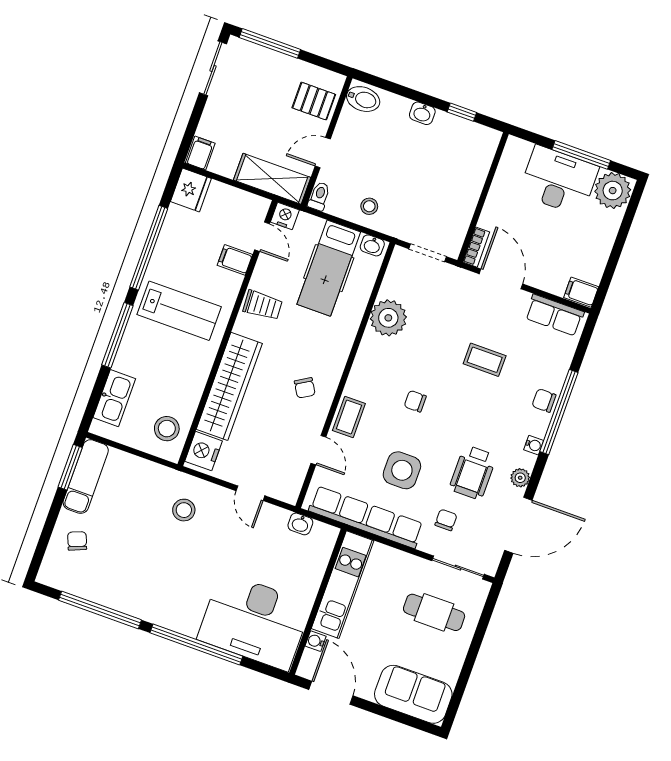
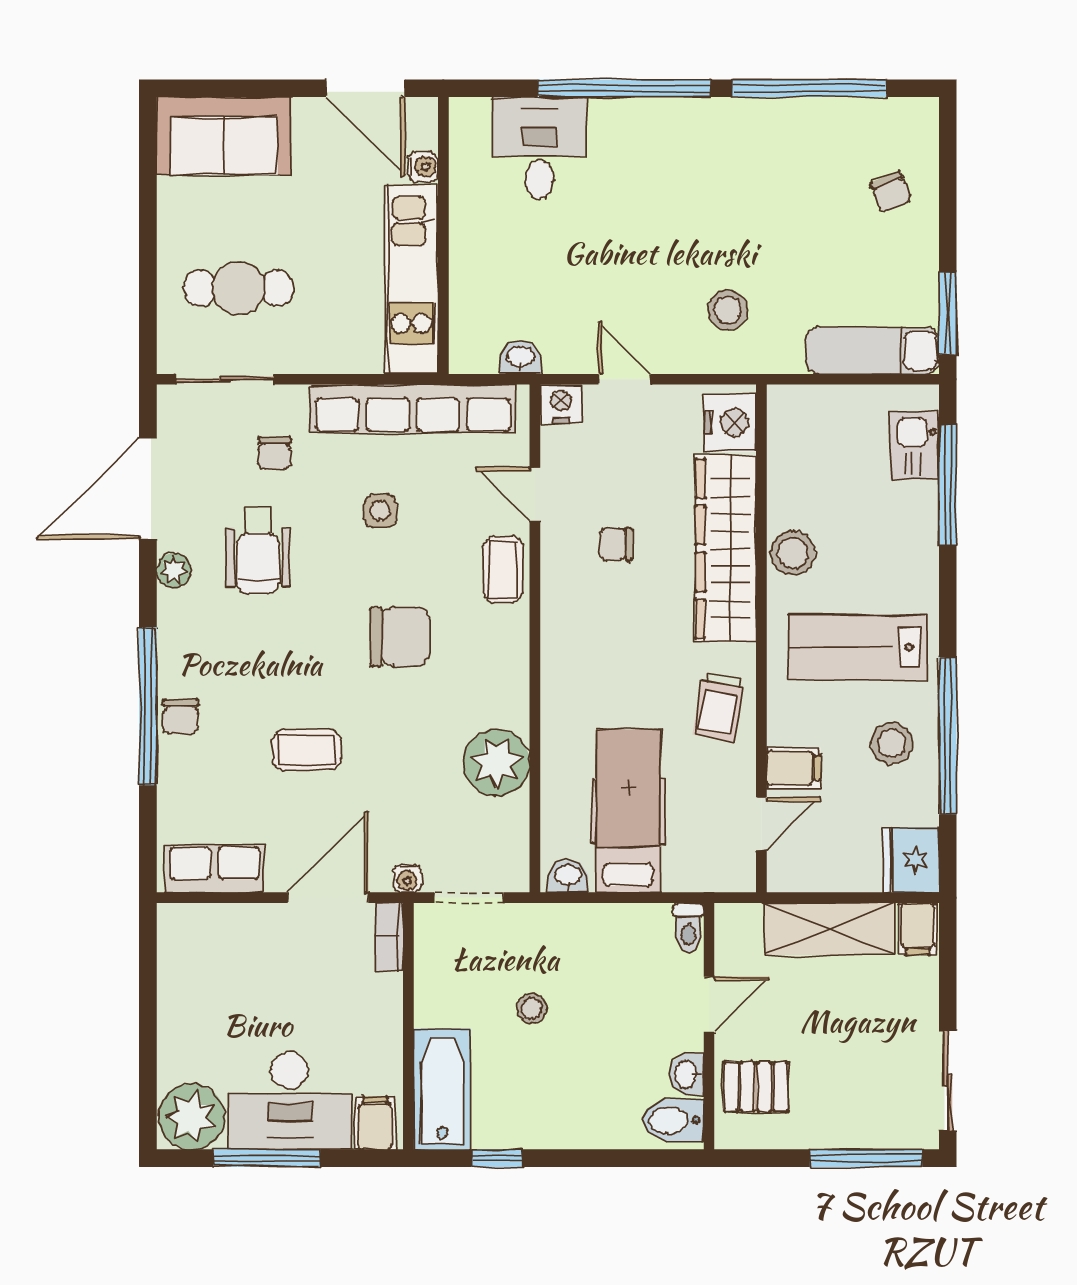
washbasin: (422, 113) -> (687, 1074), moved, turned -90
bathtub: (477, 158) -> (442, 1089), added
shelving: (272, 179) -> (830, 929), moved
stool: (369, 206) -> (532, 1009), moved
nightstand: (285, 216) -> (561, 404), moved, turned 180
door: (262, 237) -> (761, 824), swing flipped
stool: (179, 254) -> (892, 743), added
door: (501, 279) -> (328, 898), swing flipped
filing cabinet: (581, 292) -> (375, 1123), moved, turned -90
trolley: (263, 305) -> (718, 707), turned -77
window: (117, 335) -> (948, 485), moved
chair: (305, 388) -> (616, 544), moved, turned -59
kitchen sink: (114, 398) -> (915, 446), width x0.73
chair: (544, 400) -> (180, 717), turned 90
chair: (415, 401) -> (400, 637), width x1.87, depth x1.87
stool: (167, 429) -> (793, 553), moved
water cooler: (534, 445) -> (407, 878), moved, turned -90
side table: (402, 470) -> (380, 511), width x0.54, depth x0.54
wheelchair: (473, 472) -> (258, 550), turned 180
exam couch: (86, 477) -> (872, 351), moved, turned 90
desk: (254, 621) -> (539, 148), width x0.53, depth x0.77

